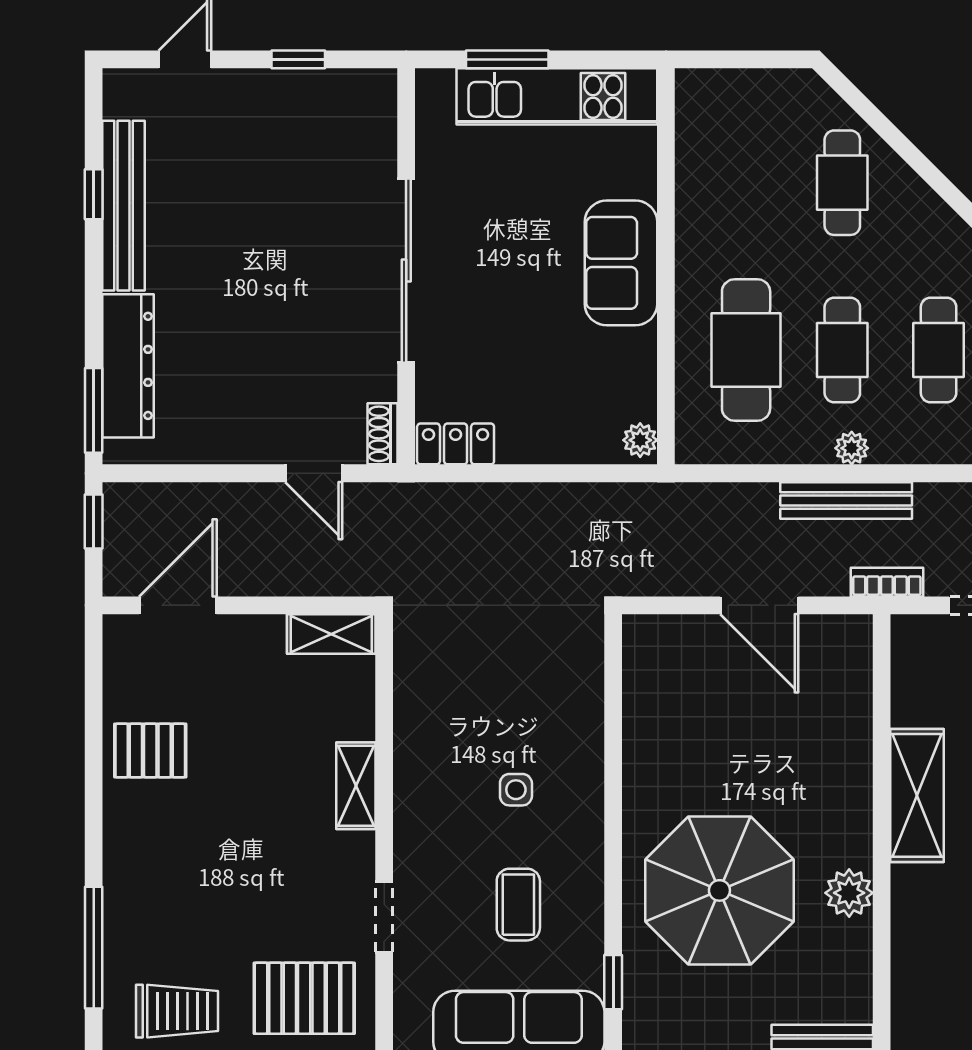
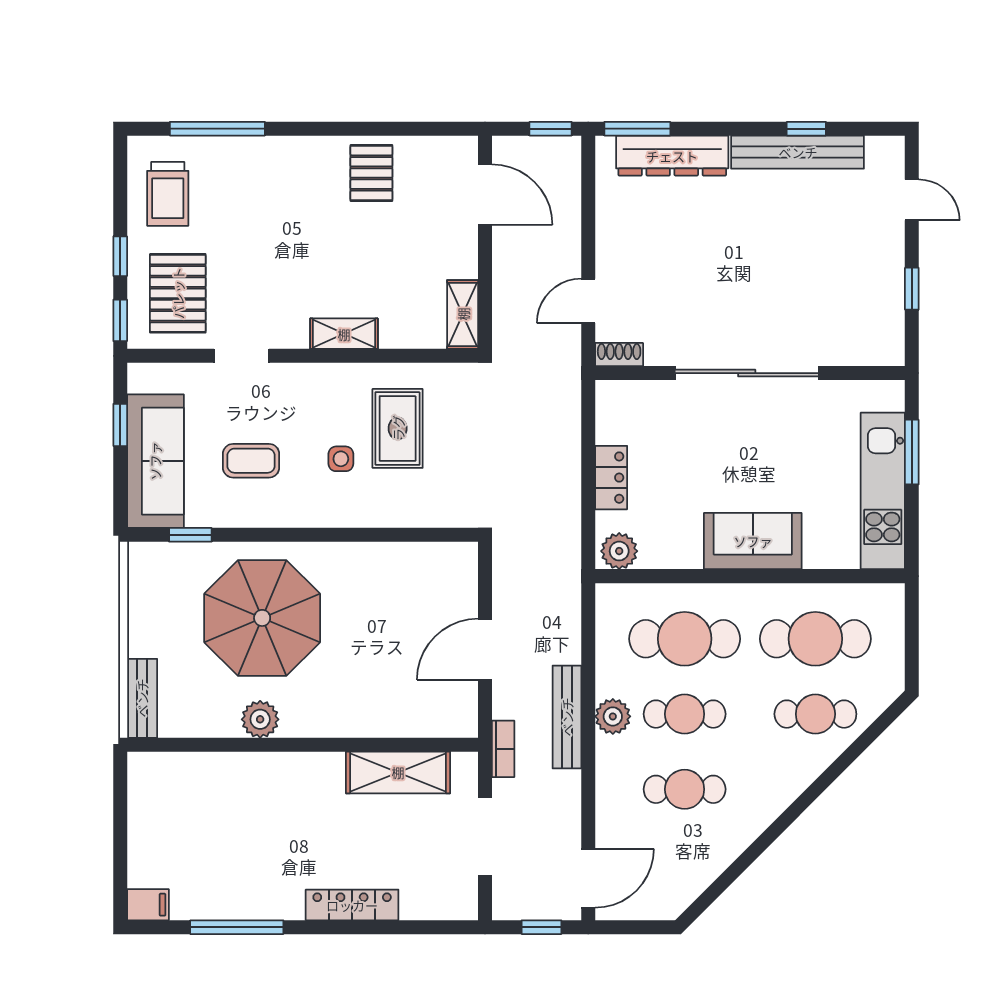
cafe table: (746, 183) -> (815, 639), added
plant: (640, 440) -> (619, 551), width x1.38, depth x1.38
locker: (456, 444) -> (611, 478), moved
plant: (852, 448) -> (613, 716), width x1.38, depth x1.38
rug: (477, 717) -> (398, 428), added
shelving: (917, 795) -> (398, 772), moved

